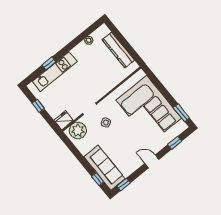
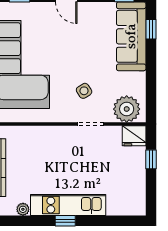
window: (49, 63) -> (65, 221), moved
kitchen unit: (55, 72) -> (68, 205), moved
window: (38, 106) -> (151, 159), moved

